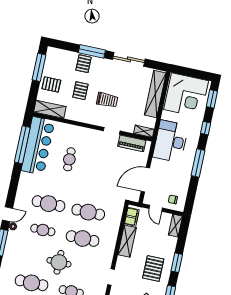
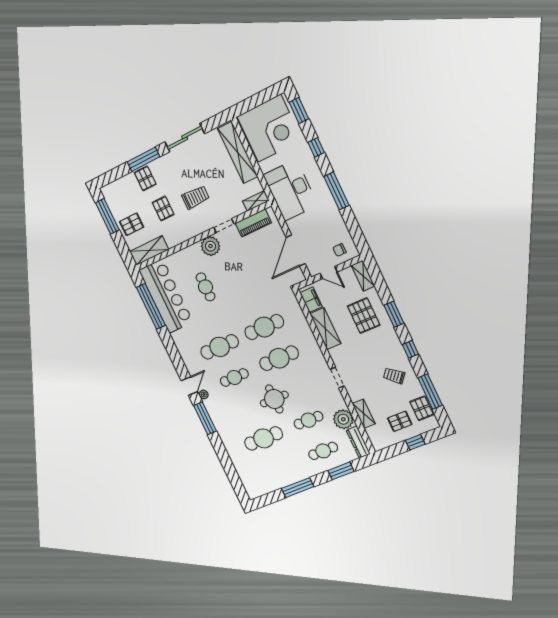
plant: (93, 137) -> (211, 246), added
pallet: (153, 269) -> (364, 316), moved

